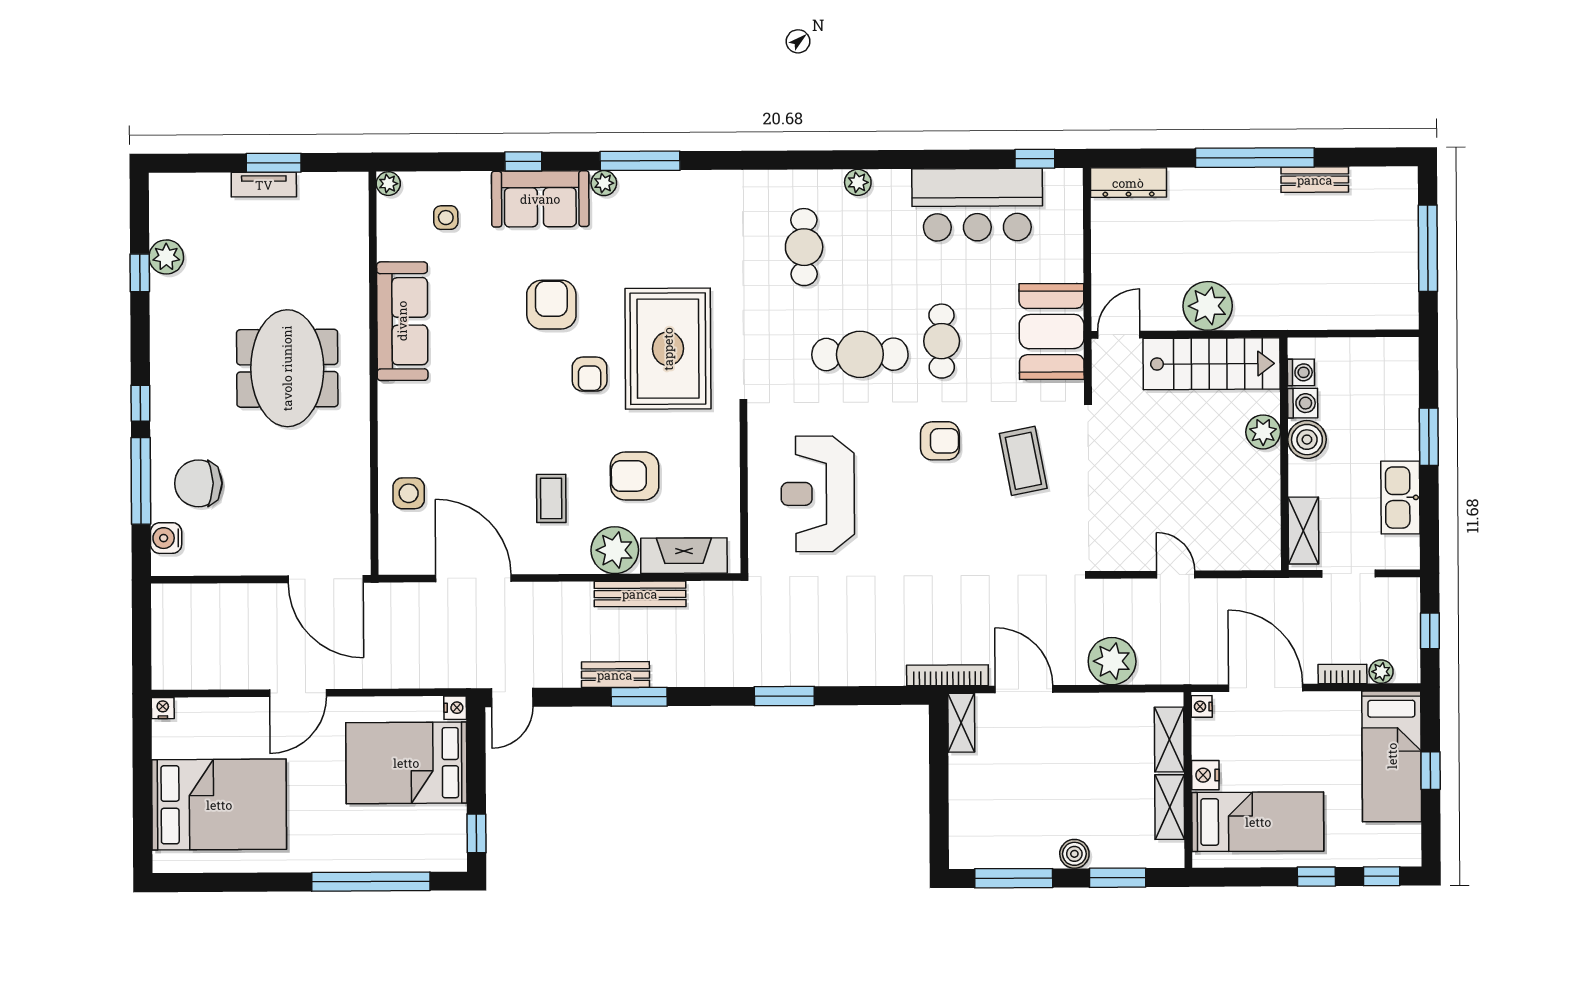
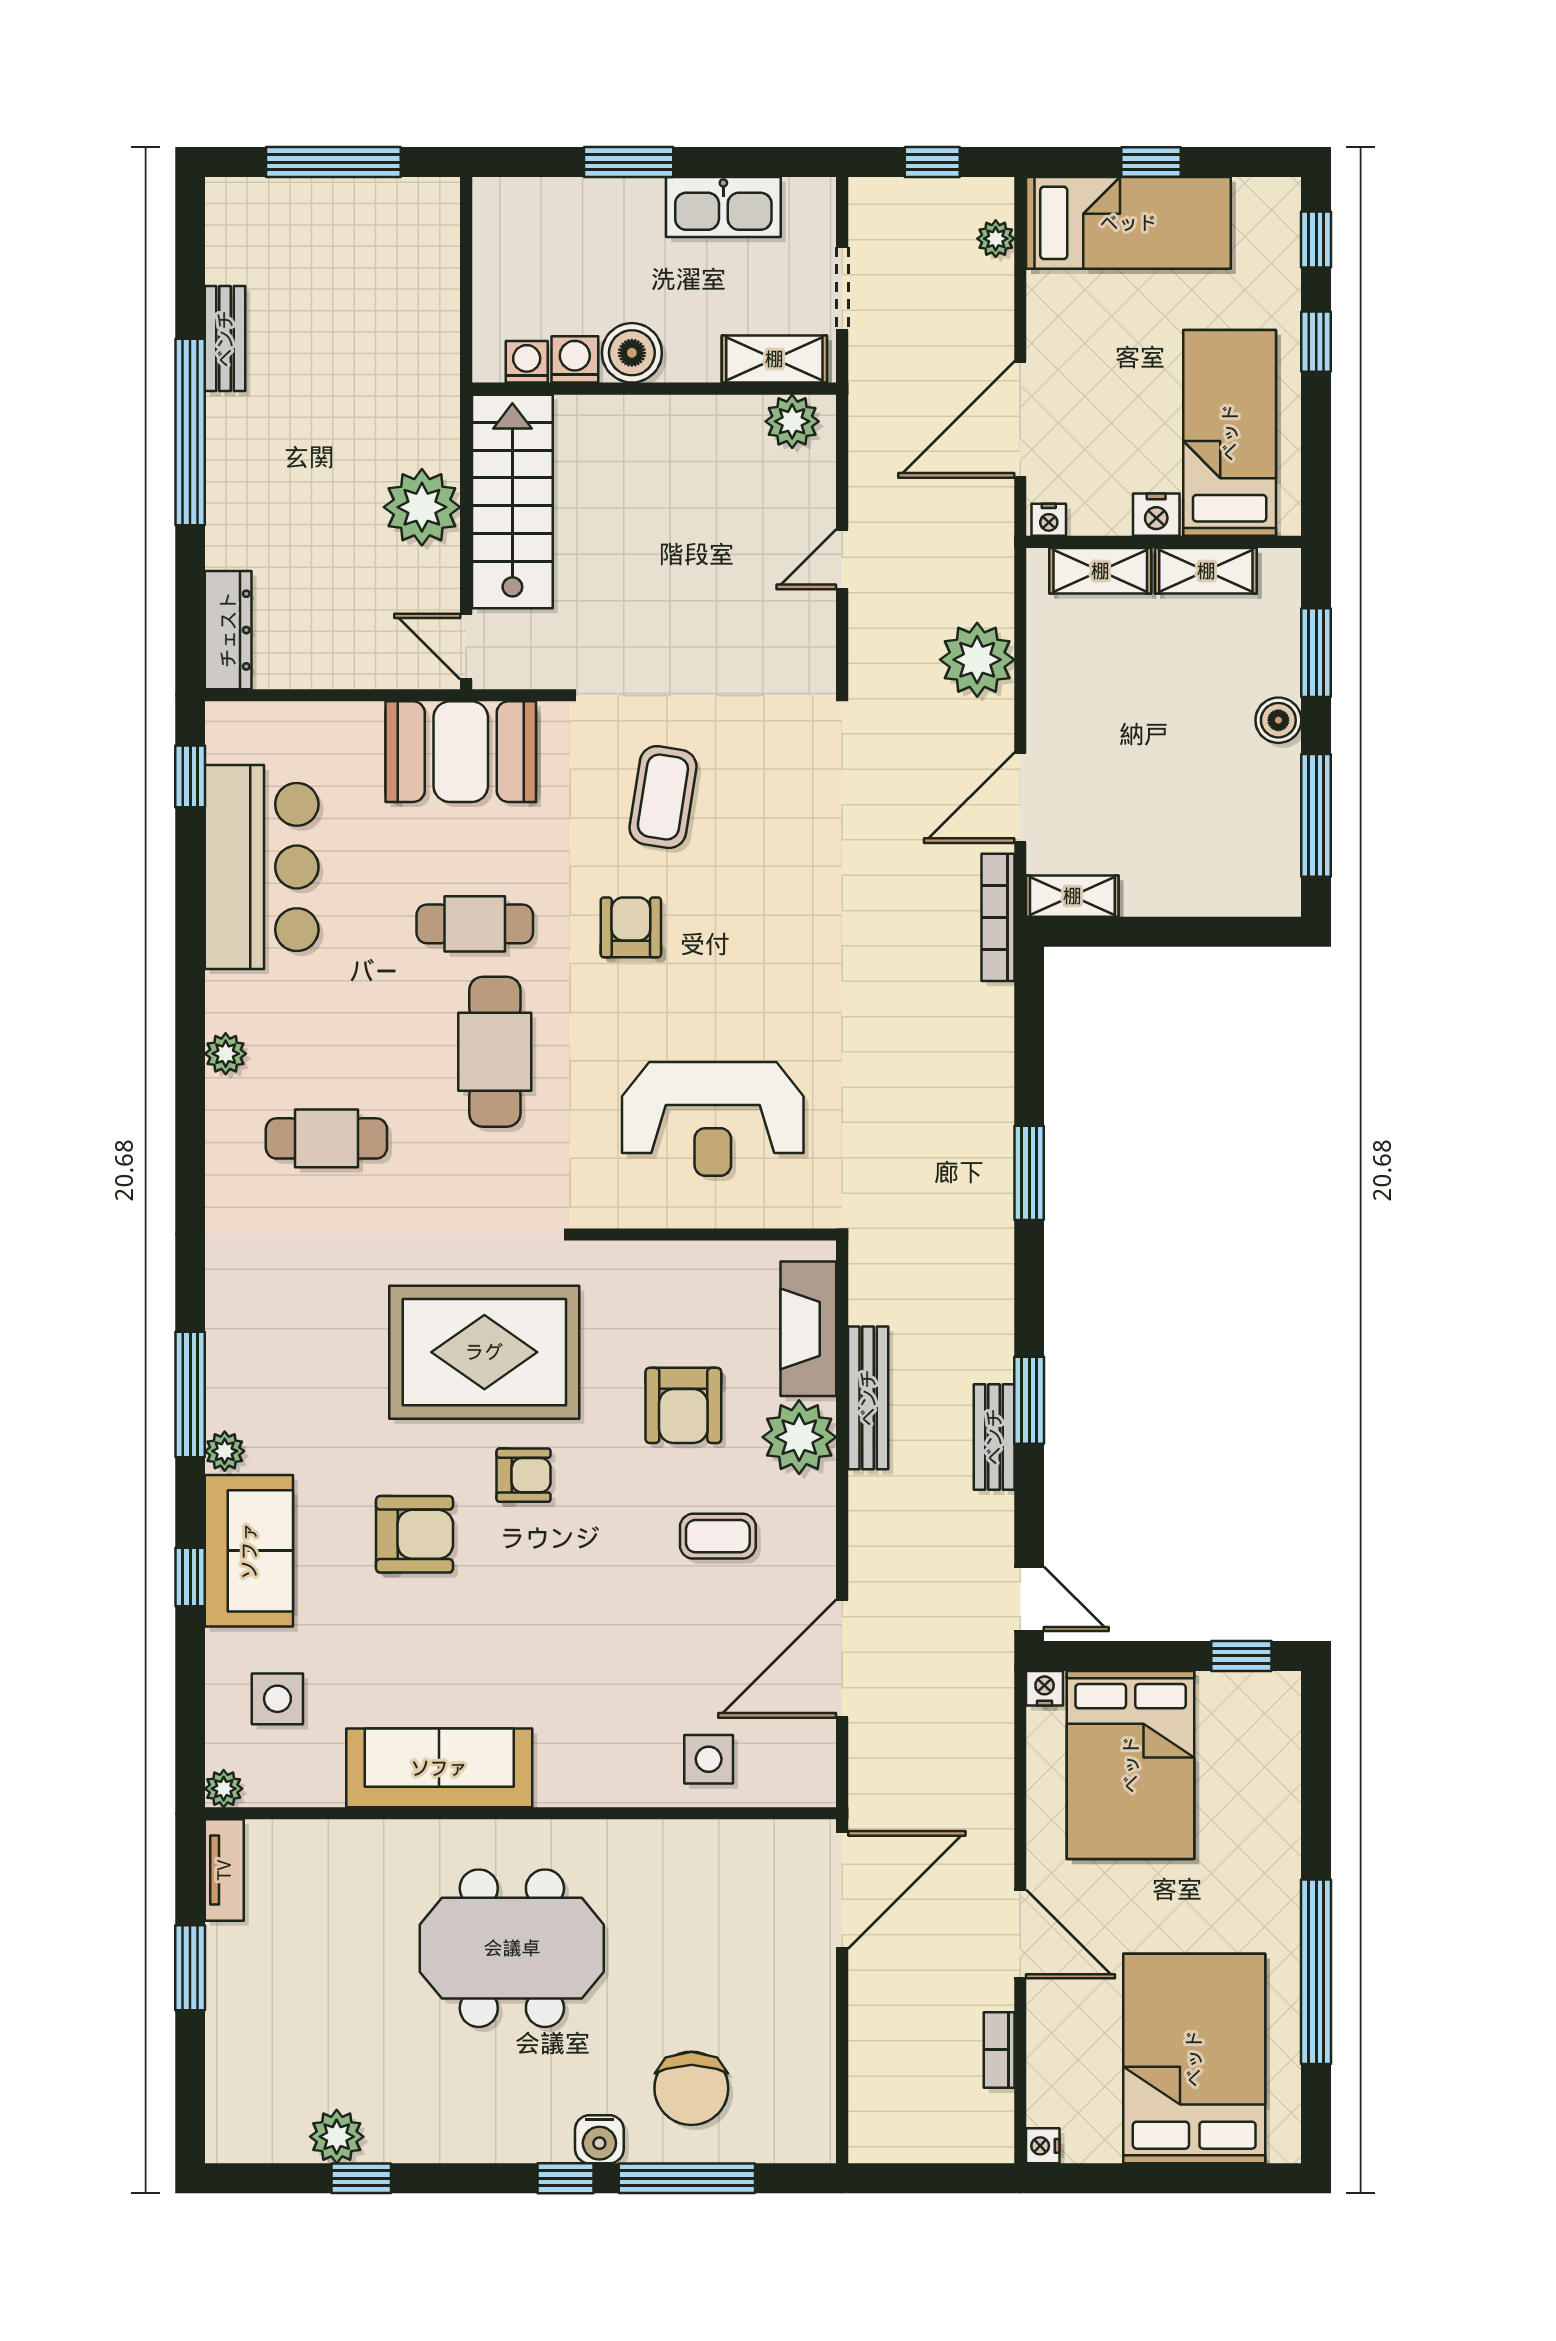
tv unit: (264, 185) -> (224, 1870), moved
side table: (446, 218) -> (277, 1699), width x1.37, depth x1.37
armchair: (551, 305) -> (415, 1534), turned 180
plant: (1263, 432) -> (792, 421), moved
coffee table: (1023, 461) -> (663, 797), turned -70
water cooler: (166, 538) -> (599, 2139), moved
bookcase: (1343, 674) -> (999, 2050), moved
window: (371, 882) -> (1316, 1972), moved

